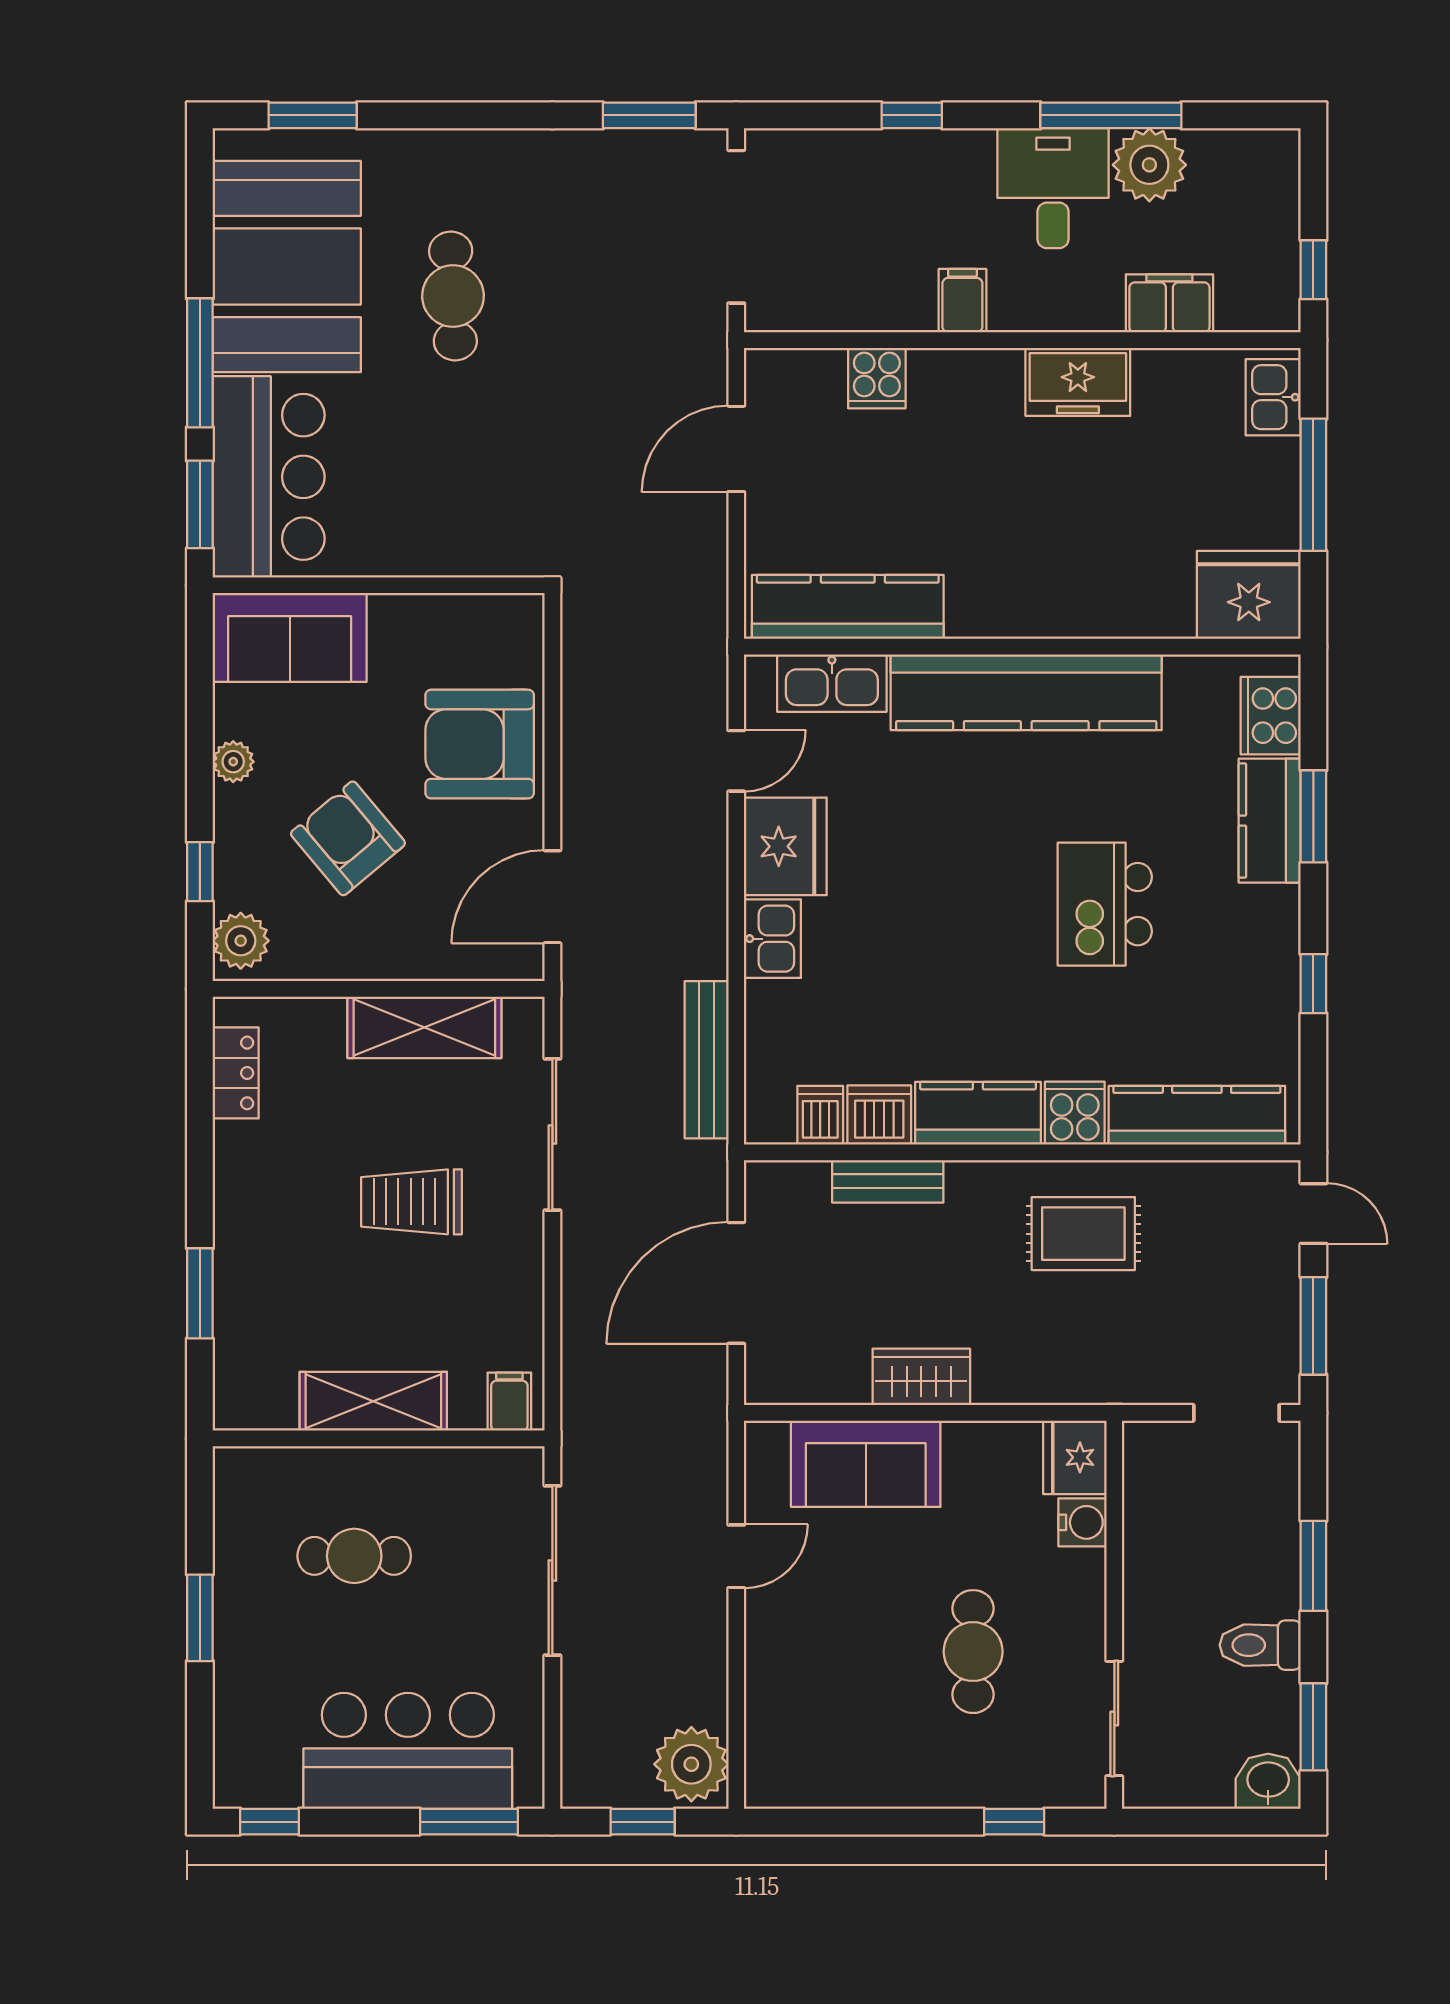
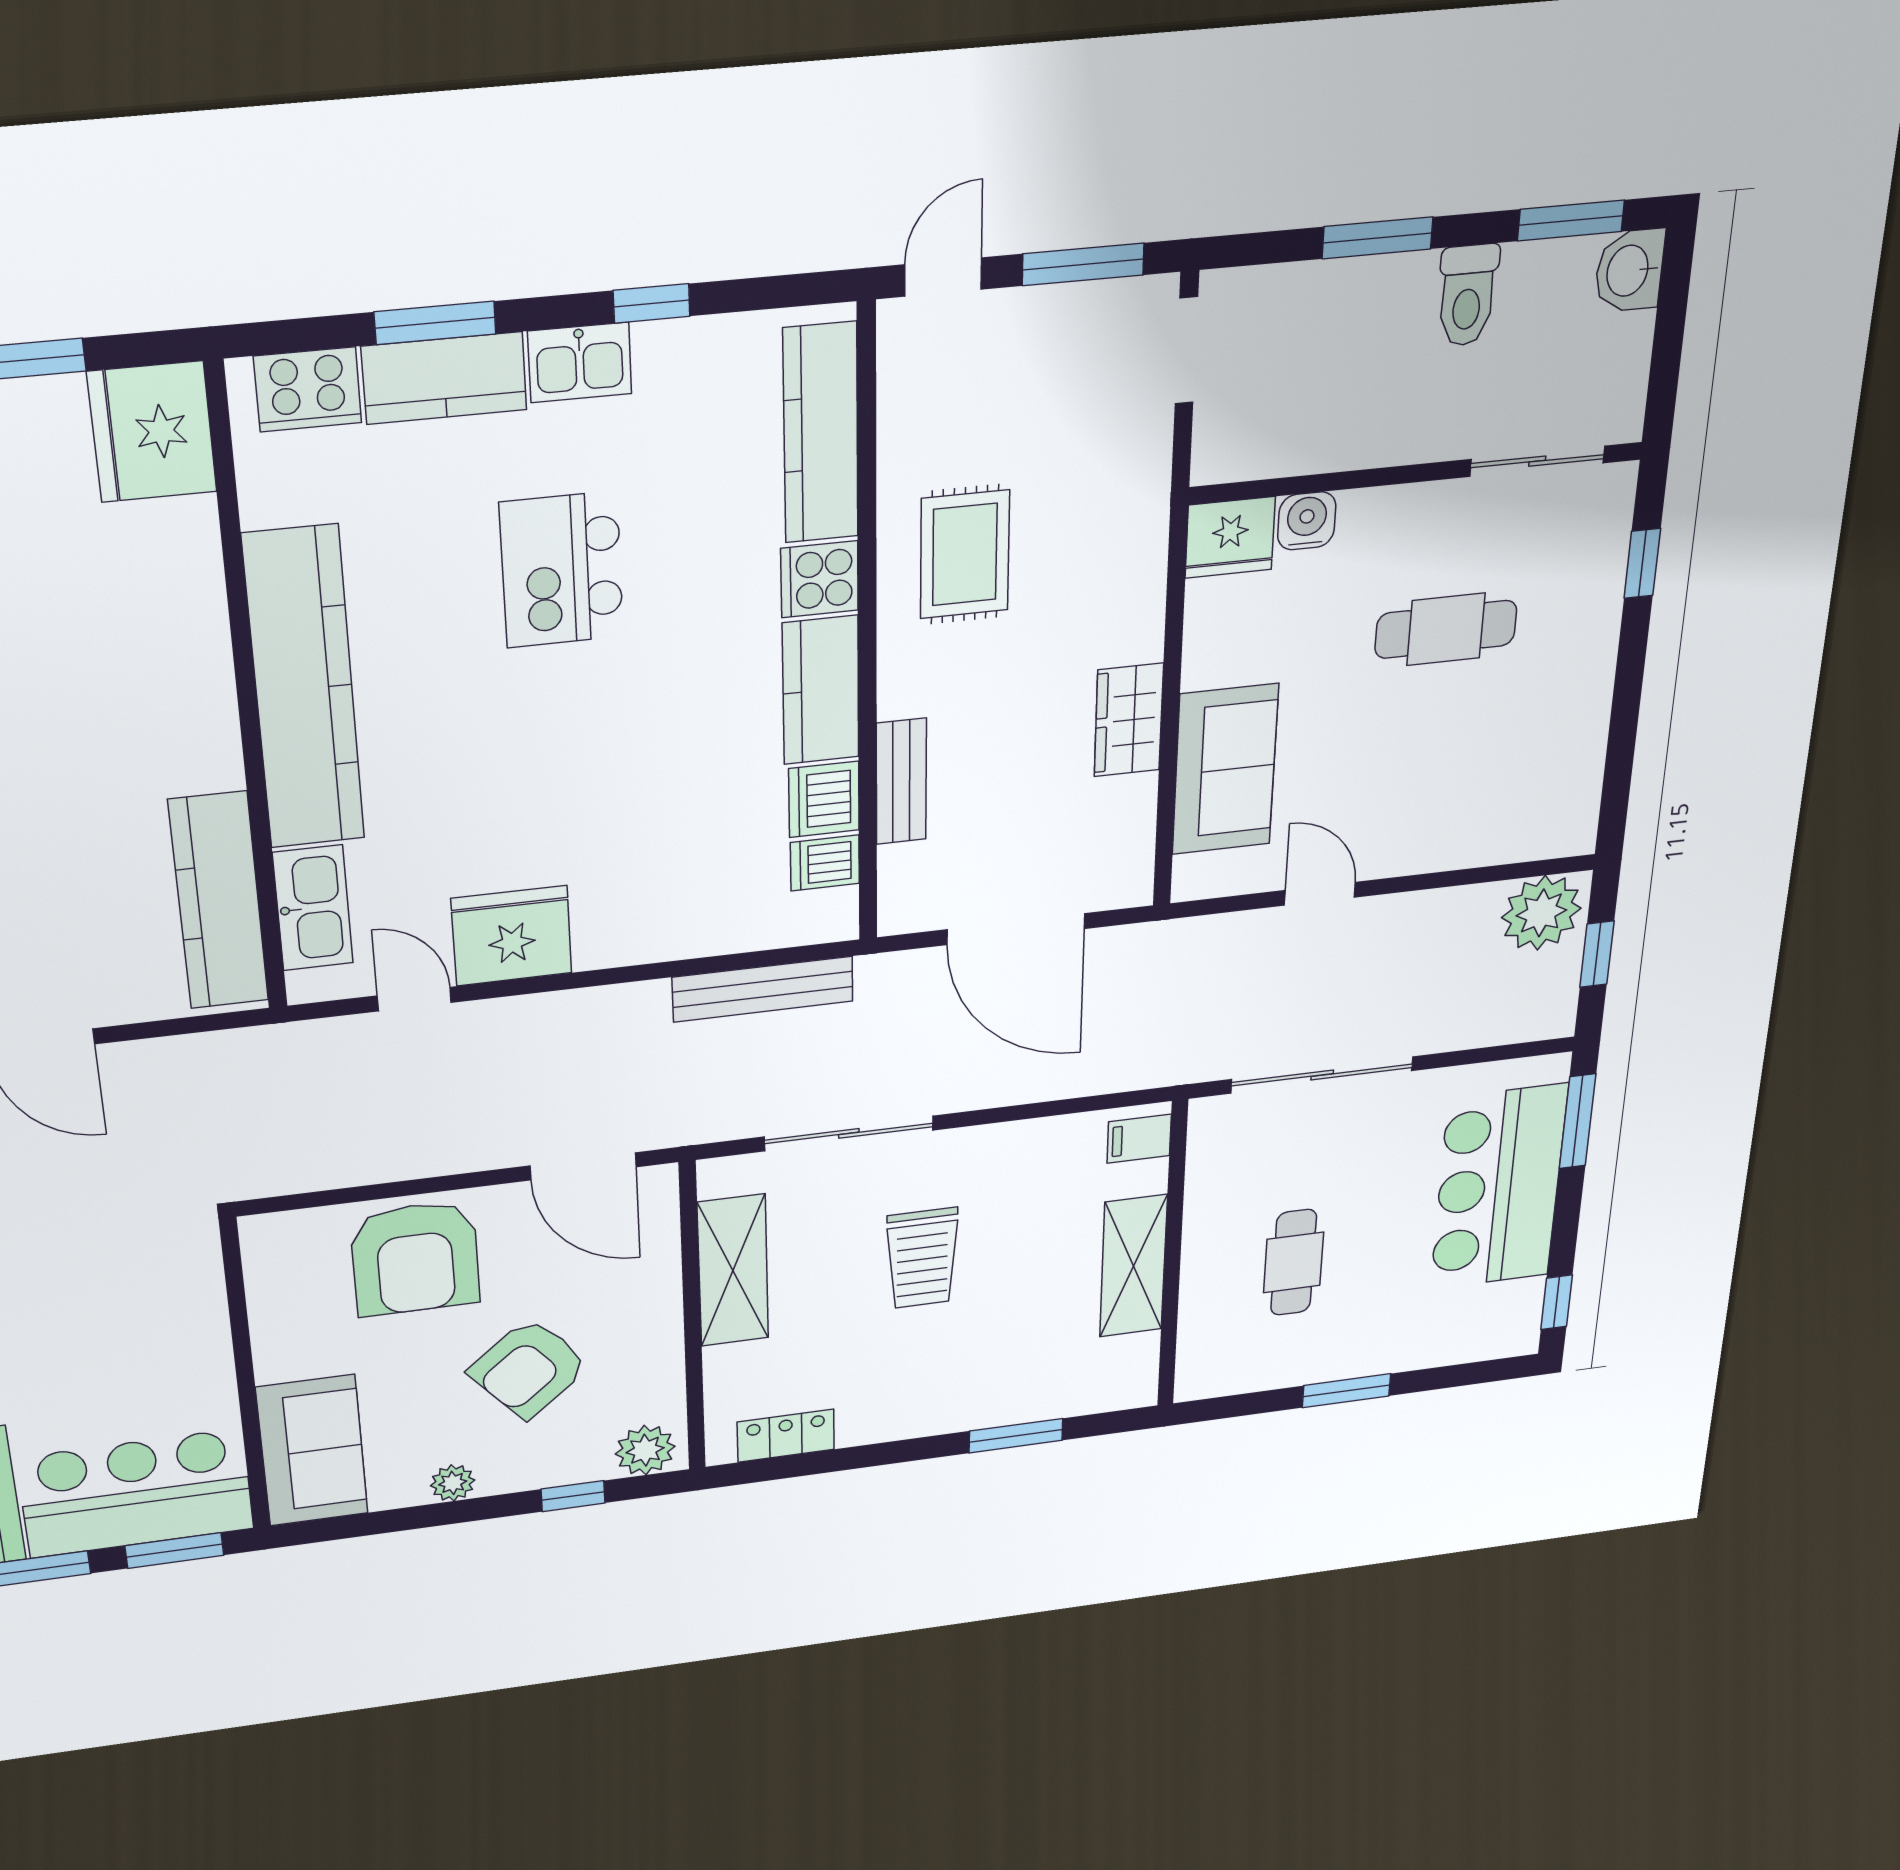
kitchen island: (1105, 904) -> (562, 570), turned 90
kitchen sink: (772, 939) -> (580, 362), moved, turned 180

